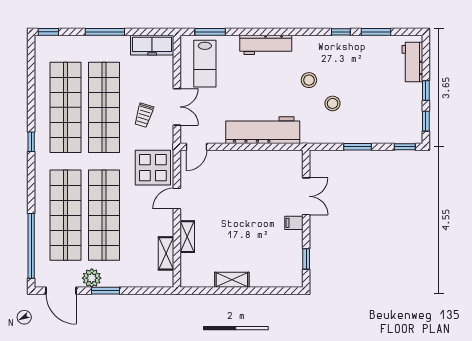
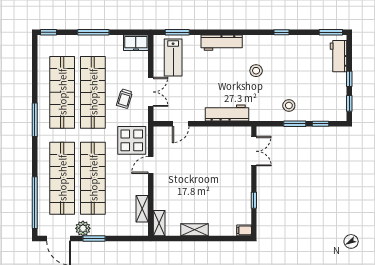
window: (376, 32) -> (331, 32), moved
freezer: (152, 45) -> (136, 43), width x0.71
stool: (333, 103) -> (289, 105), moved
workbench: (263, 130) -> (227, 113), width x0.73, depth x0.76
window: (31, 142) -> (35, 120), width x2.17
door: (197, 147) -> (181, 124), moved
window: (405, 147) -> (320, 124), moved
double door: (306, 196) -> (254, 151), moved
filing cabinet: (294, 223) -> (244, 230), moved
shelving: (187, 237) -> (159, 223), moved
window: (306, 259) -> (254, 200), moved

